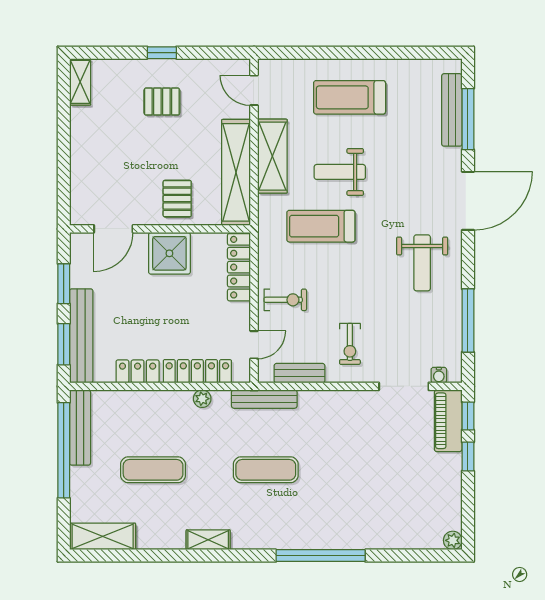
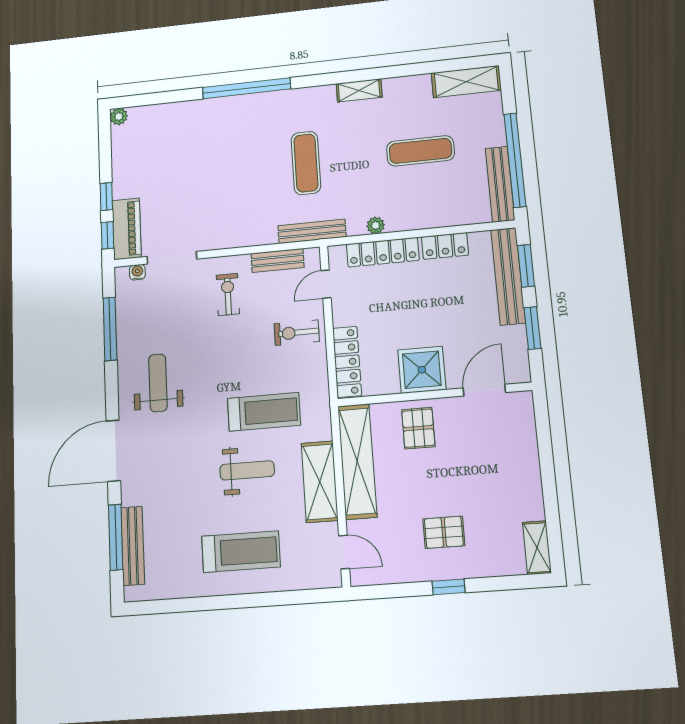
exercise mat: (266, 470) -> (306, 163), turned 90

